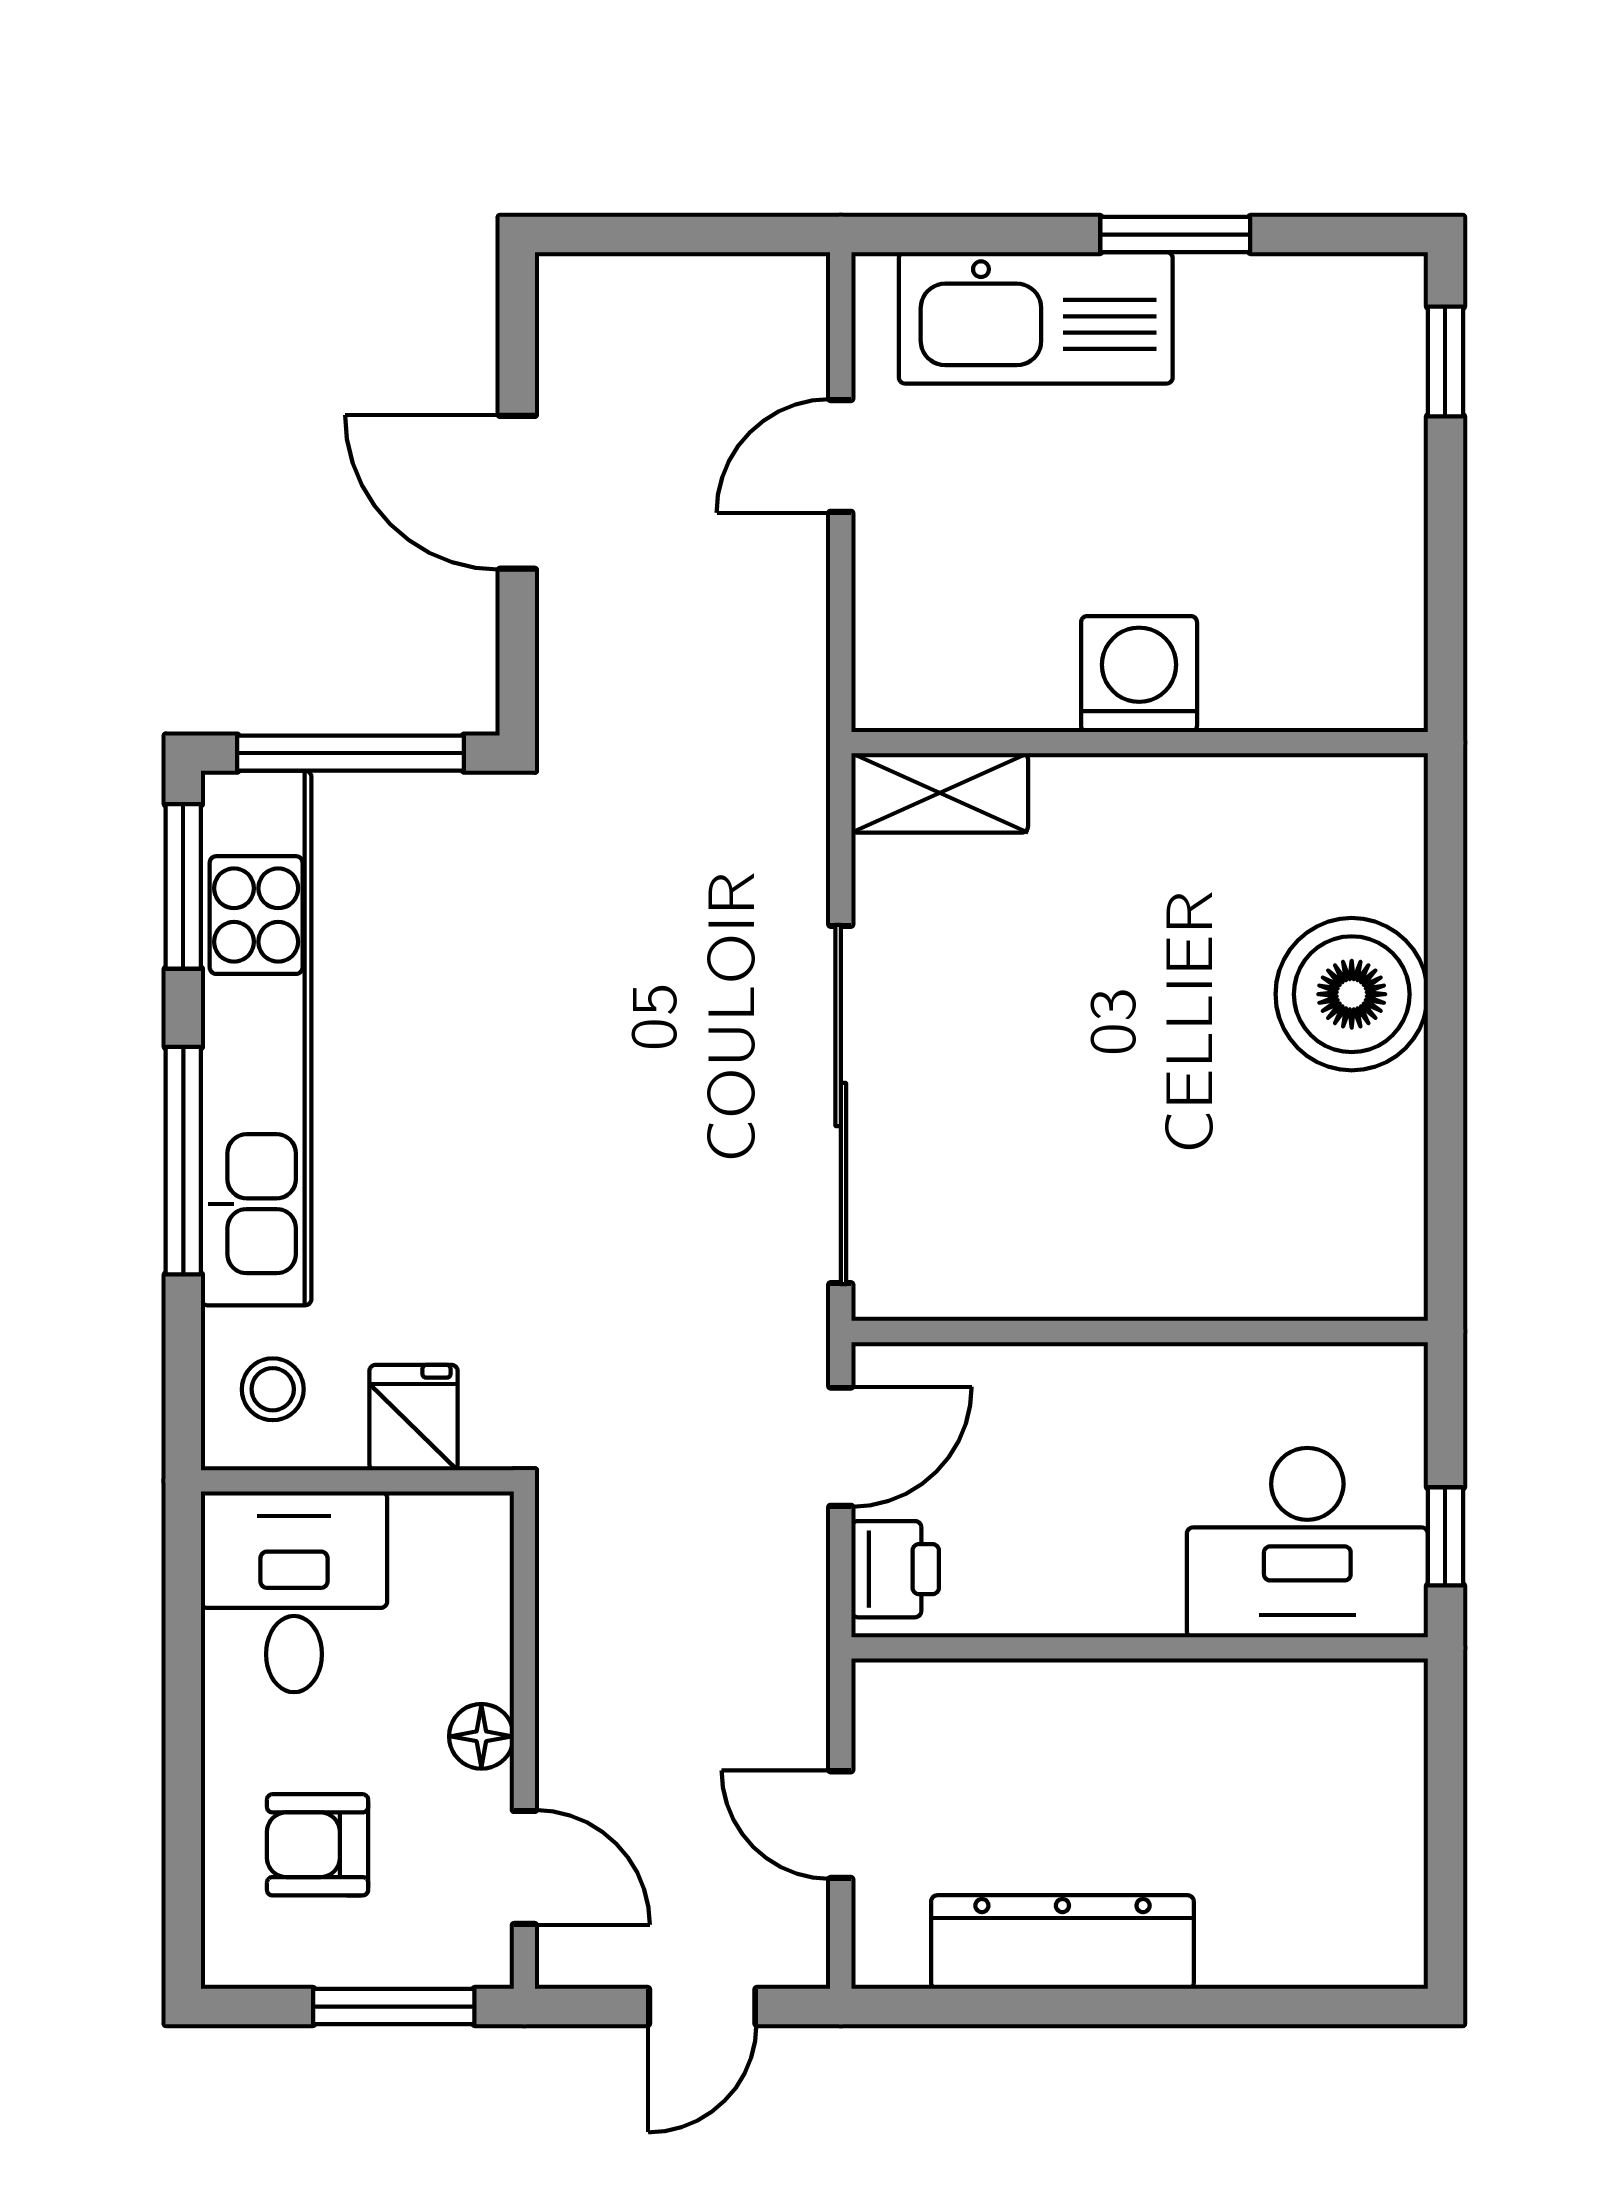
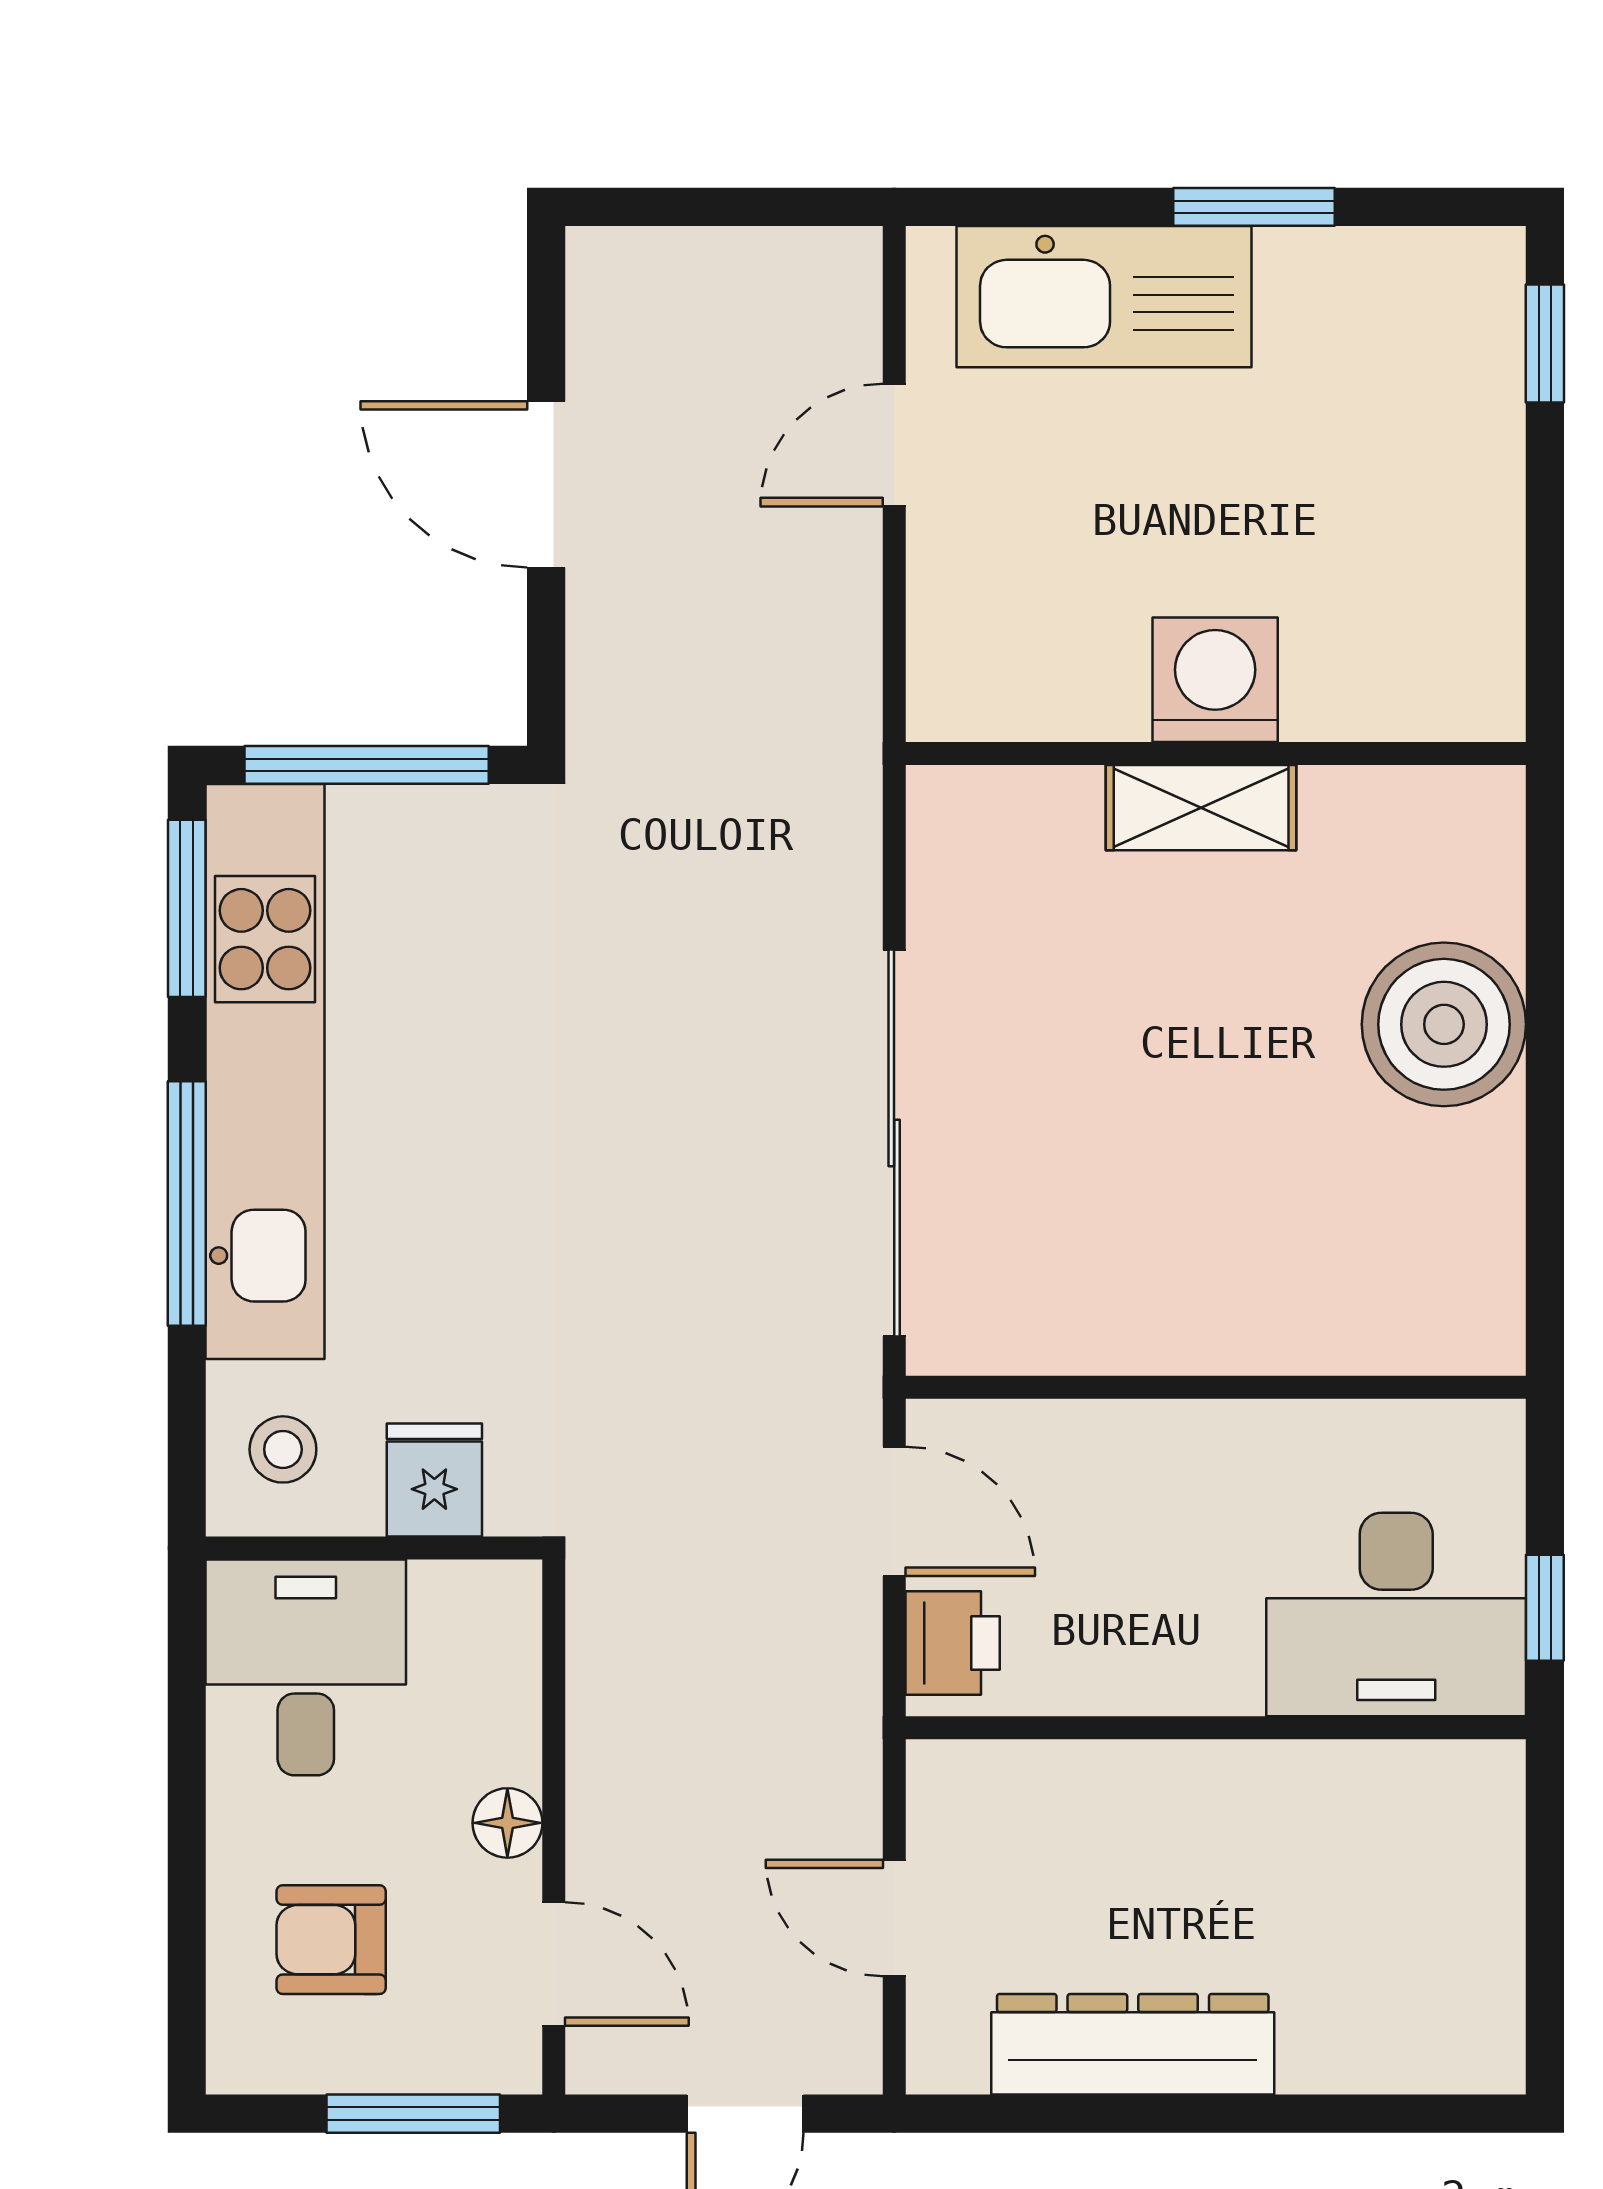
shelving: (940, 793) -> (1201, 808), moved
door: (841, 1447) -> (894, 1511), hinge flipped

